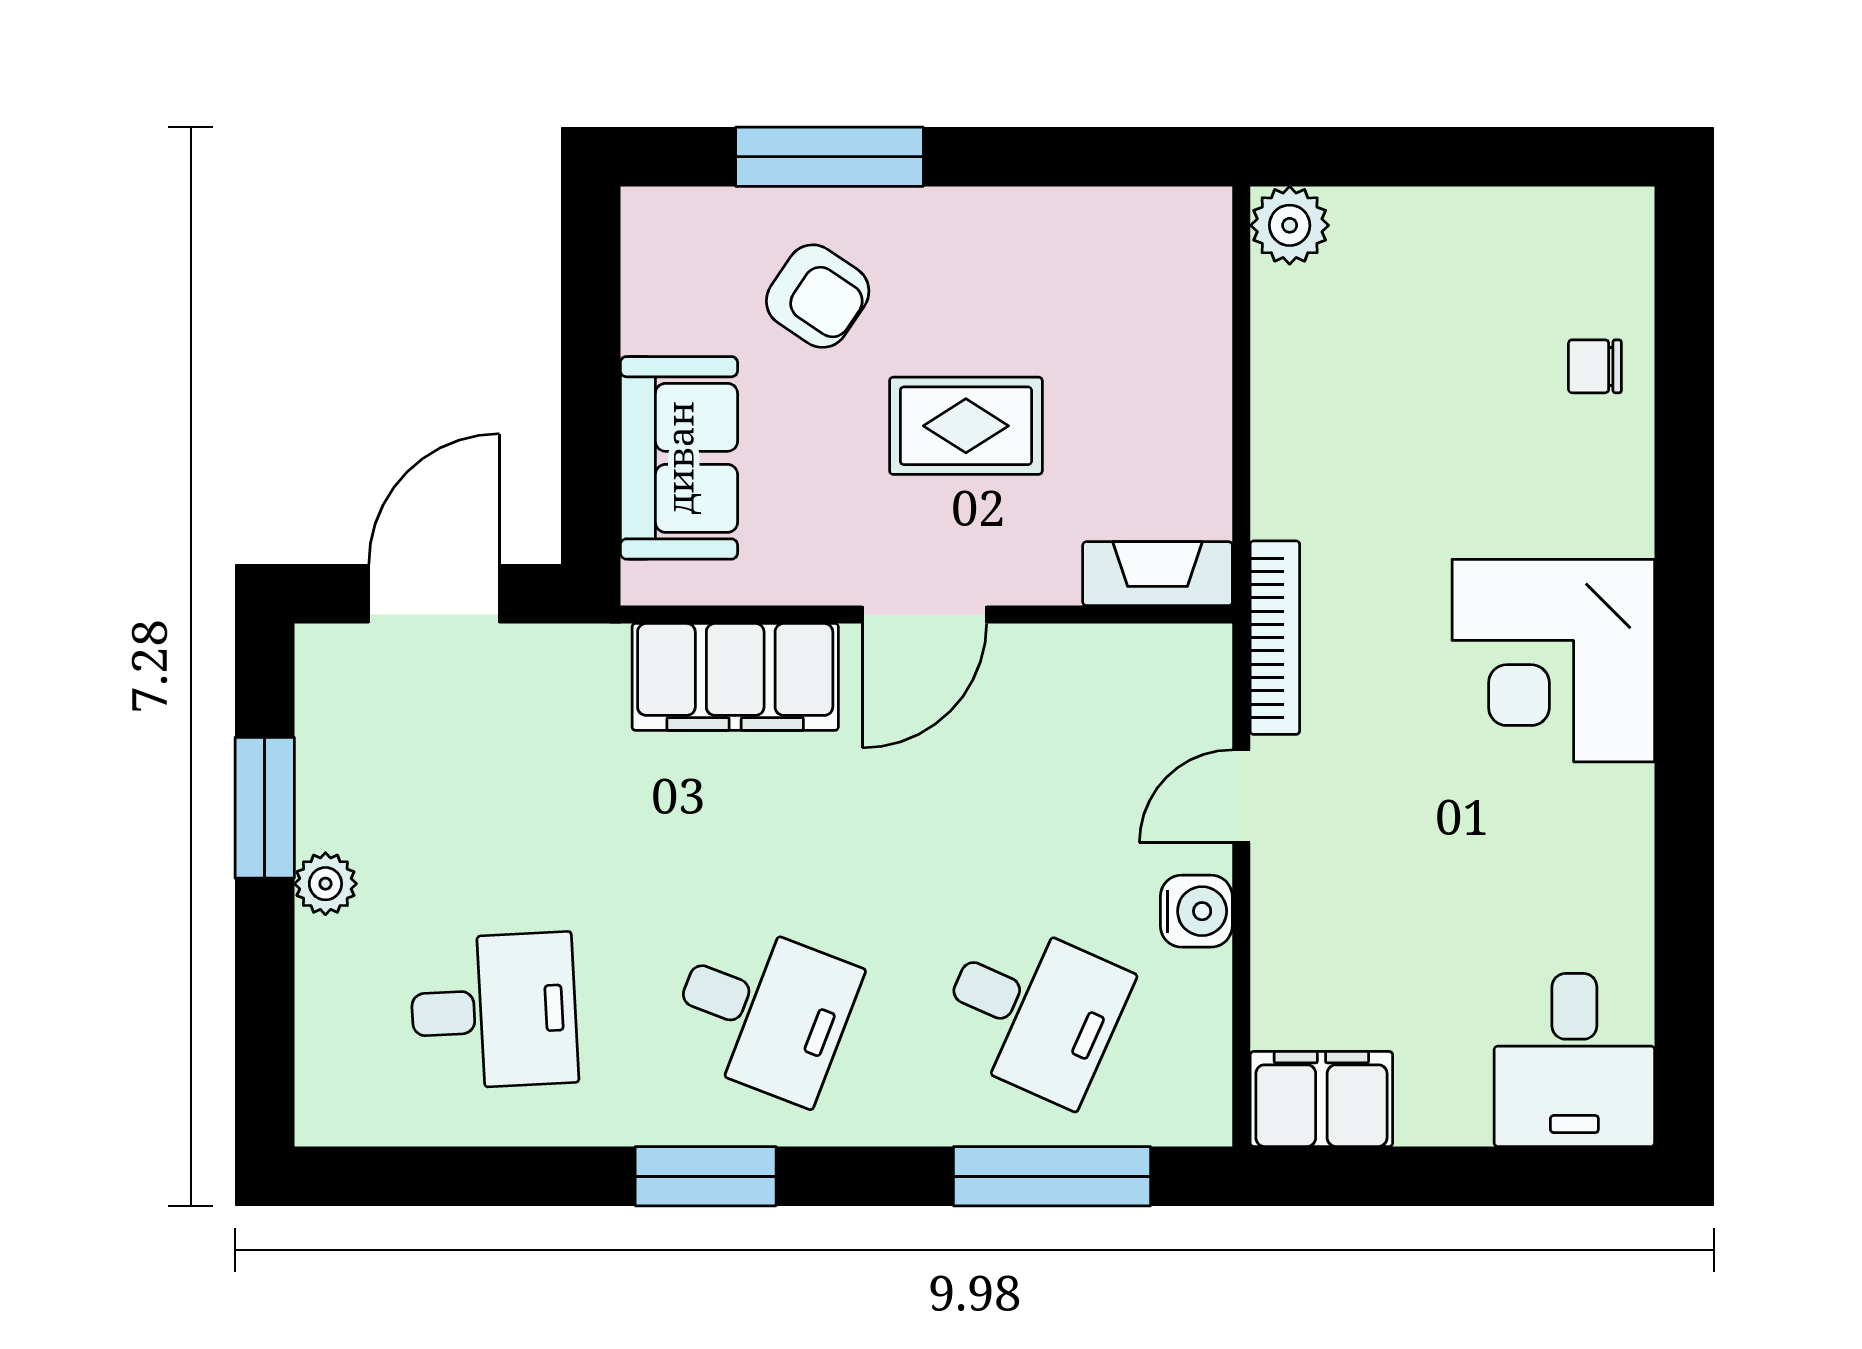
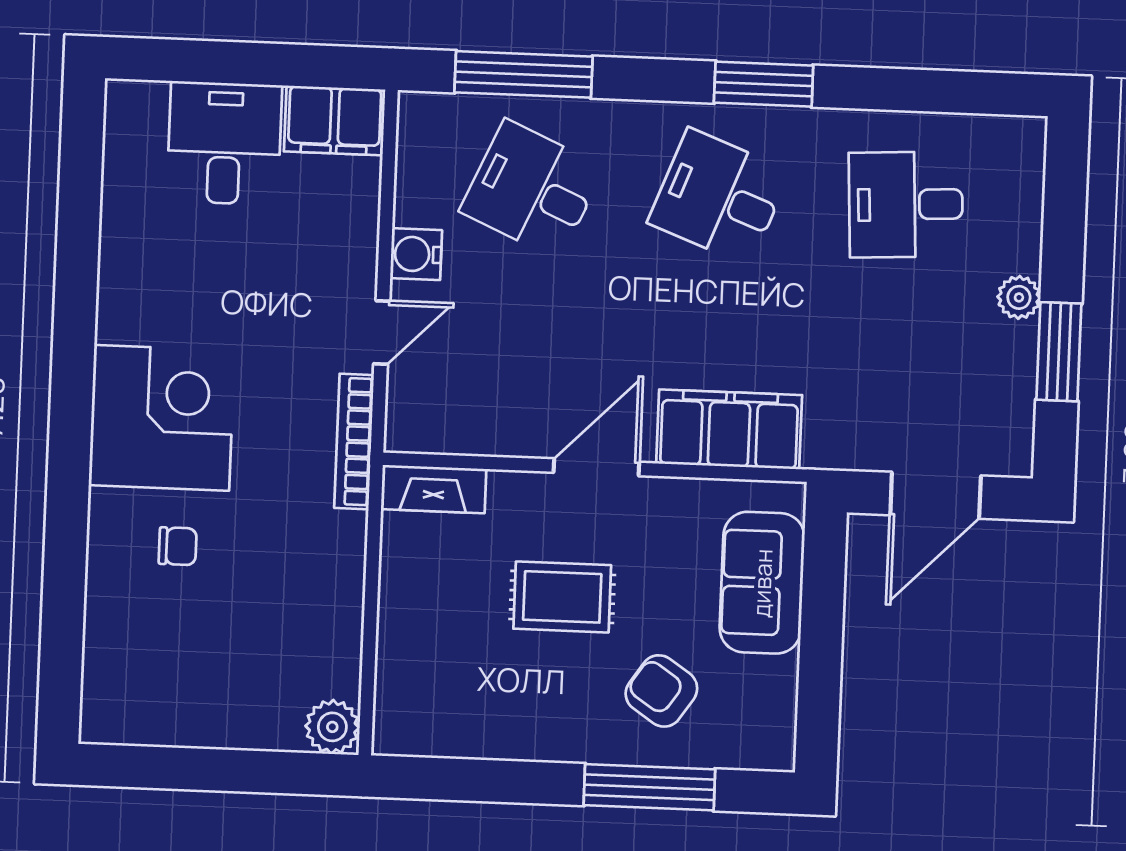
chair: (1595, 366) -> (178, 546), moved
desk: (1574, 1060) -> (224, 143), moved

